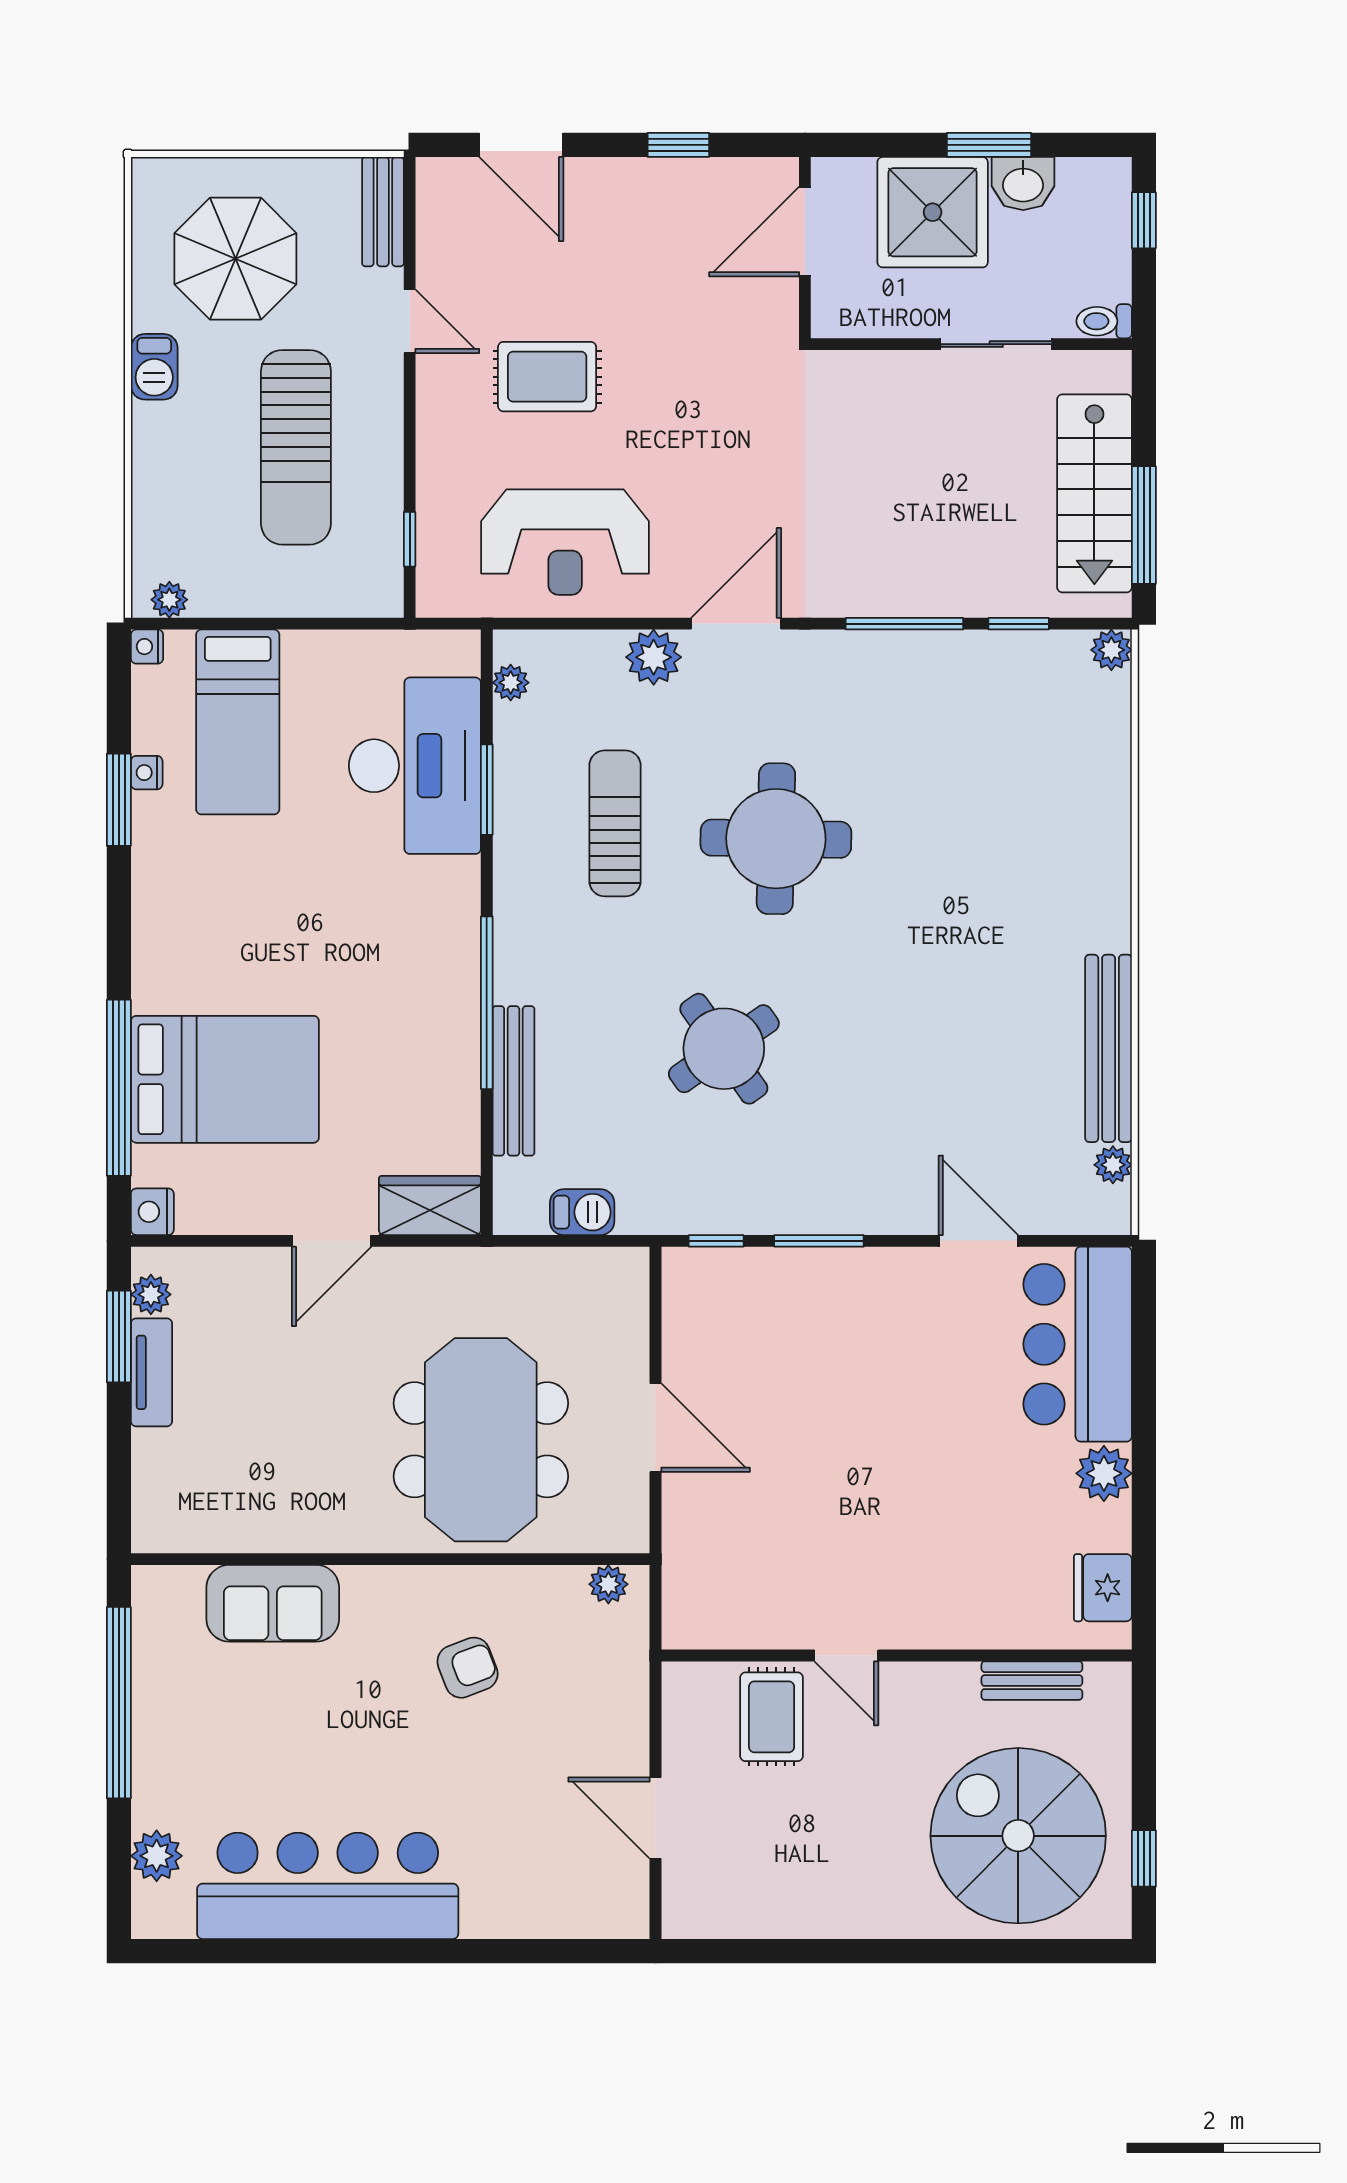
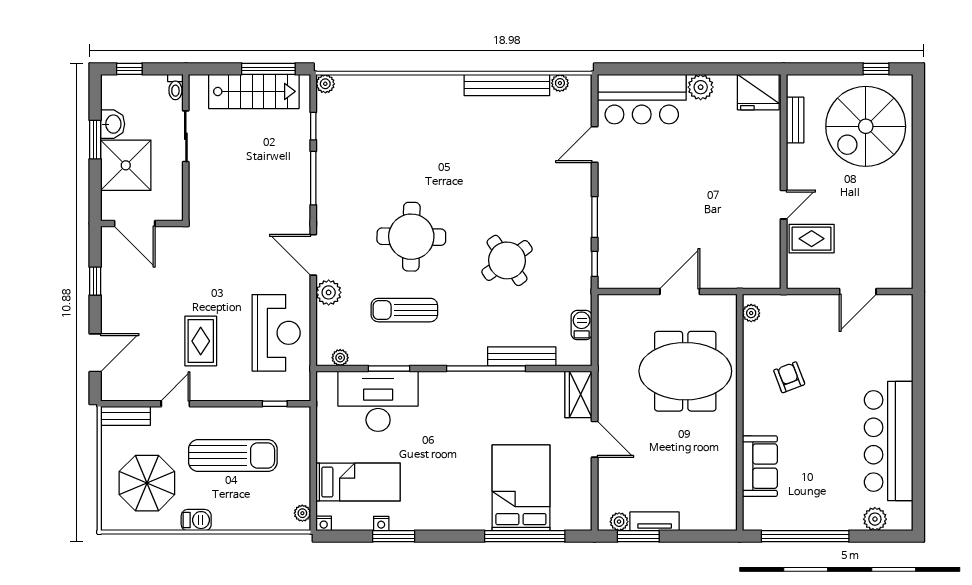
nightstand: (152, 1212) -> (581, 521), removed
fridge: (1103, 1588) -> (758, 92), width x1.36, depth x1.34

